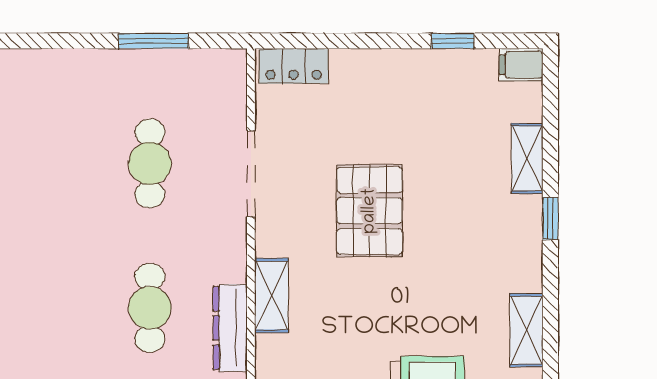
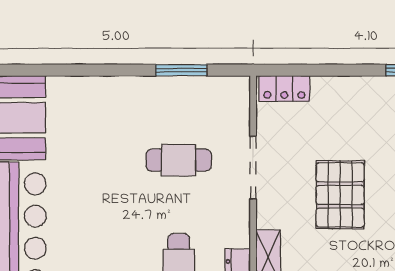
cafe table: (150, 163) -> (179, 160), turned 90

